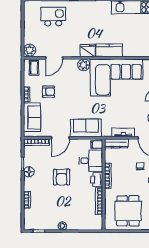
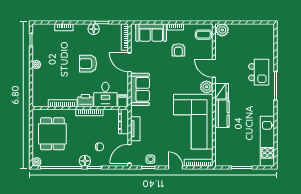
kitchen island: (53, 17) -> (259, 72), moved
door: (54, 58) -> (214, 68), moved
dining table: (128, 211) -> (52, 134), turned 90

